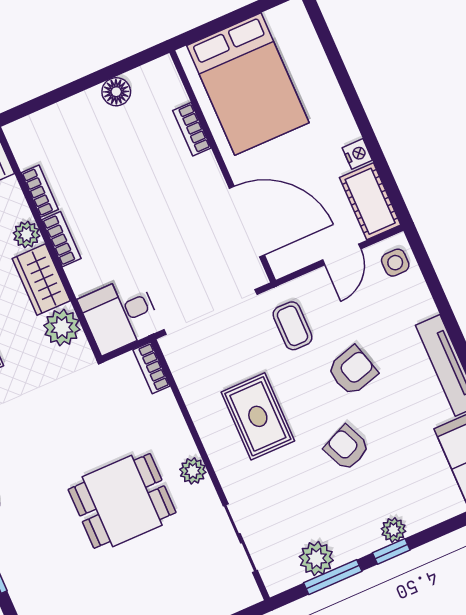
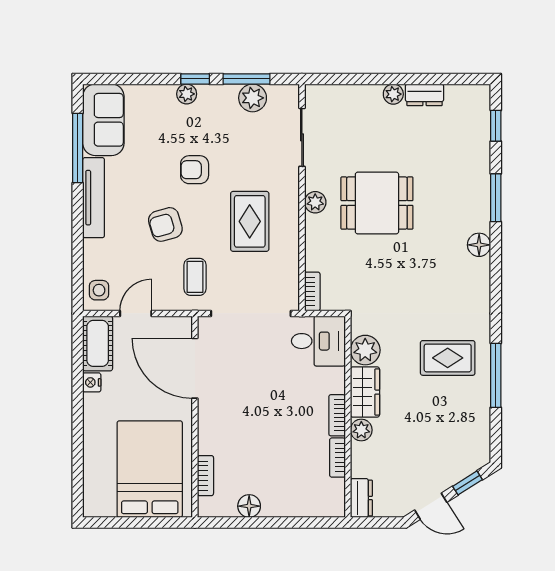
bookcase: (192, 129) -> (205, 476), moved
armchair: (347, 448) -> (195, 170), turned 114

